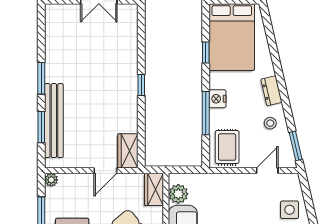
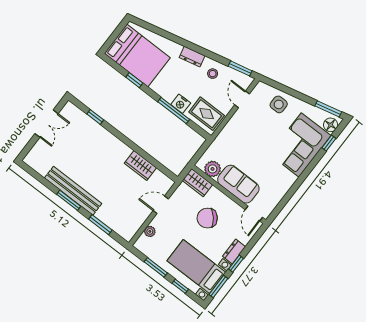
window: (141, 85) -> (95, 117), moved
nightstand: (217, 99) -> (181, 104), moved
bench: (54, 121) -> (73, 191), moved
wardrobe: (128, 151) -> (140, 166), moved
door: (105, 171) -> (161, 205), swing flipped
plant: (51, 180) -> (150, 231), moved

